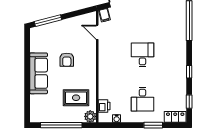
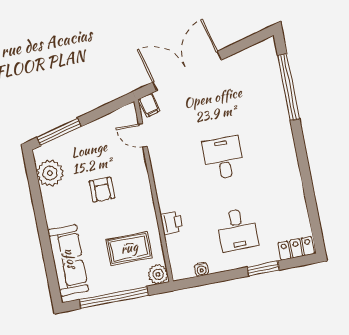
plant: (38, 44) -> (50, 173), added
window: (189, 72) -> (305, 170), removed
sofa: (39, 73) -> (68, 260), moved
window: (189, 102) -> (314, 219), removed
printer: (104, 106) -> (171, 223), moved

